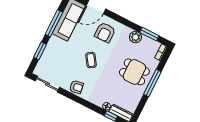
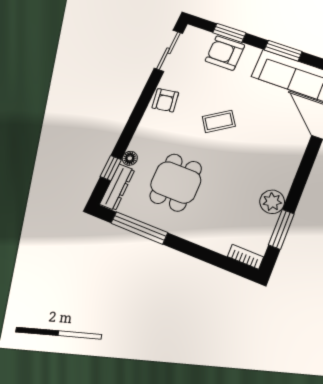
window: (54, 23) -> (283, 51), width x0.69
armchair: (105, 32) -> (225, 53), moved
dining table: (134, 72) -> (176, 182), moved
window: (152, 83) -> (139, 228), moved

